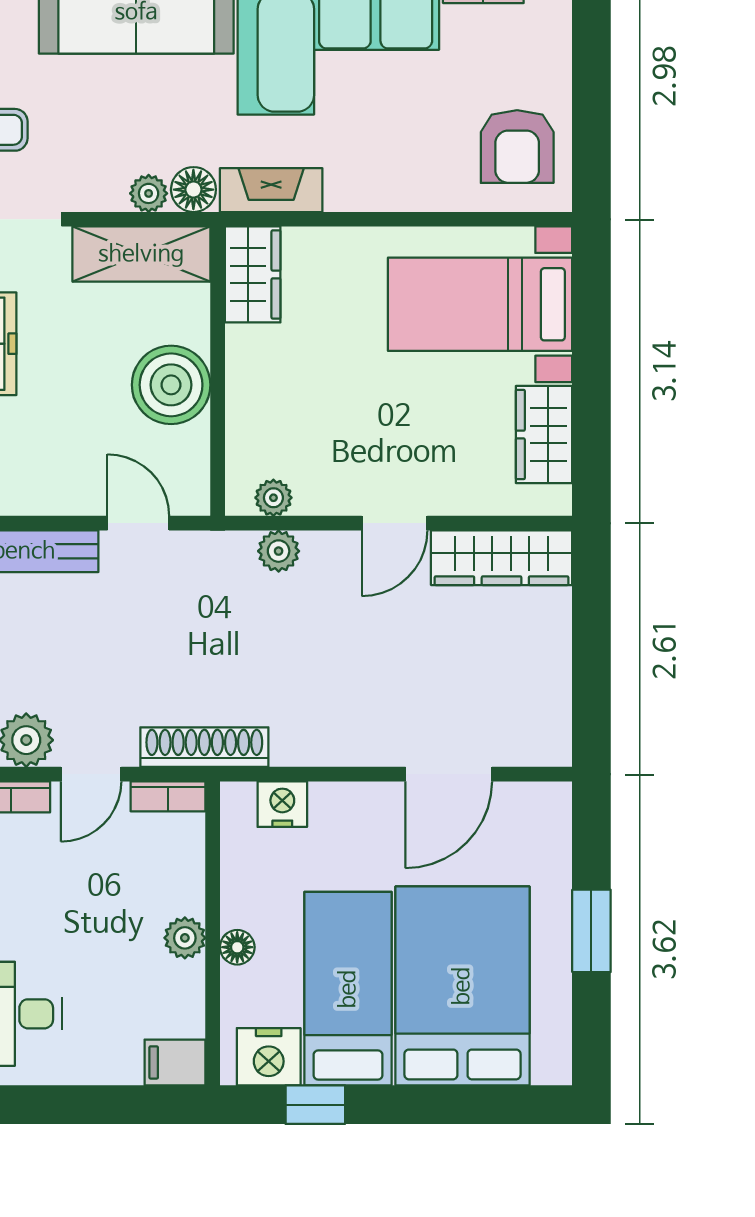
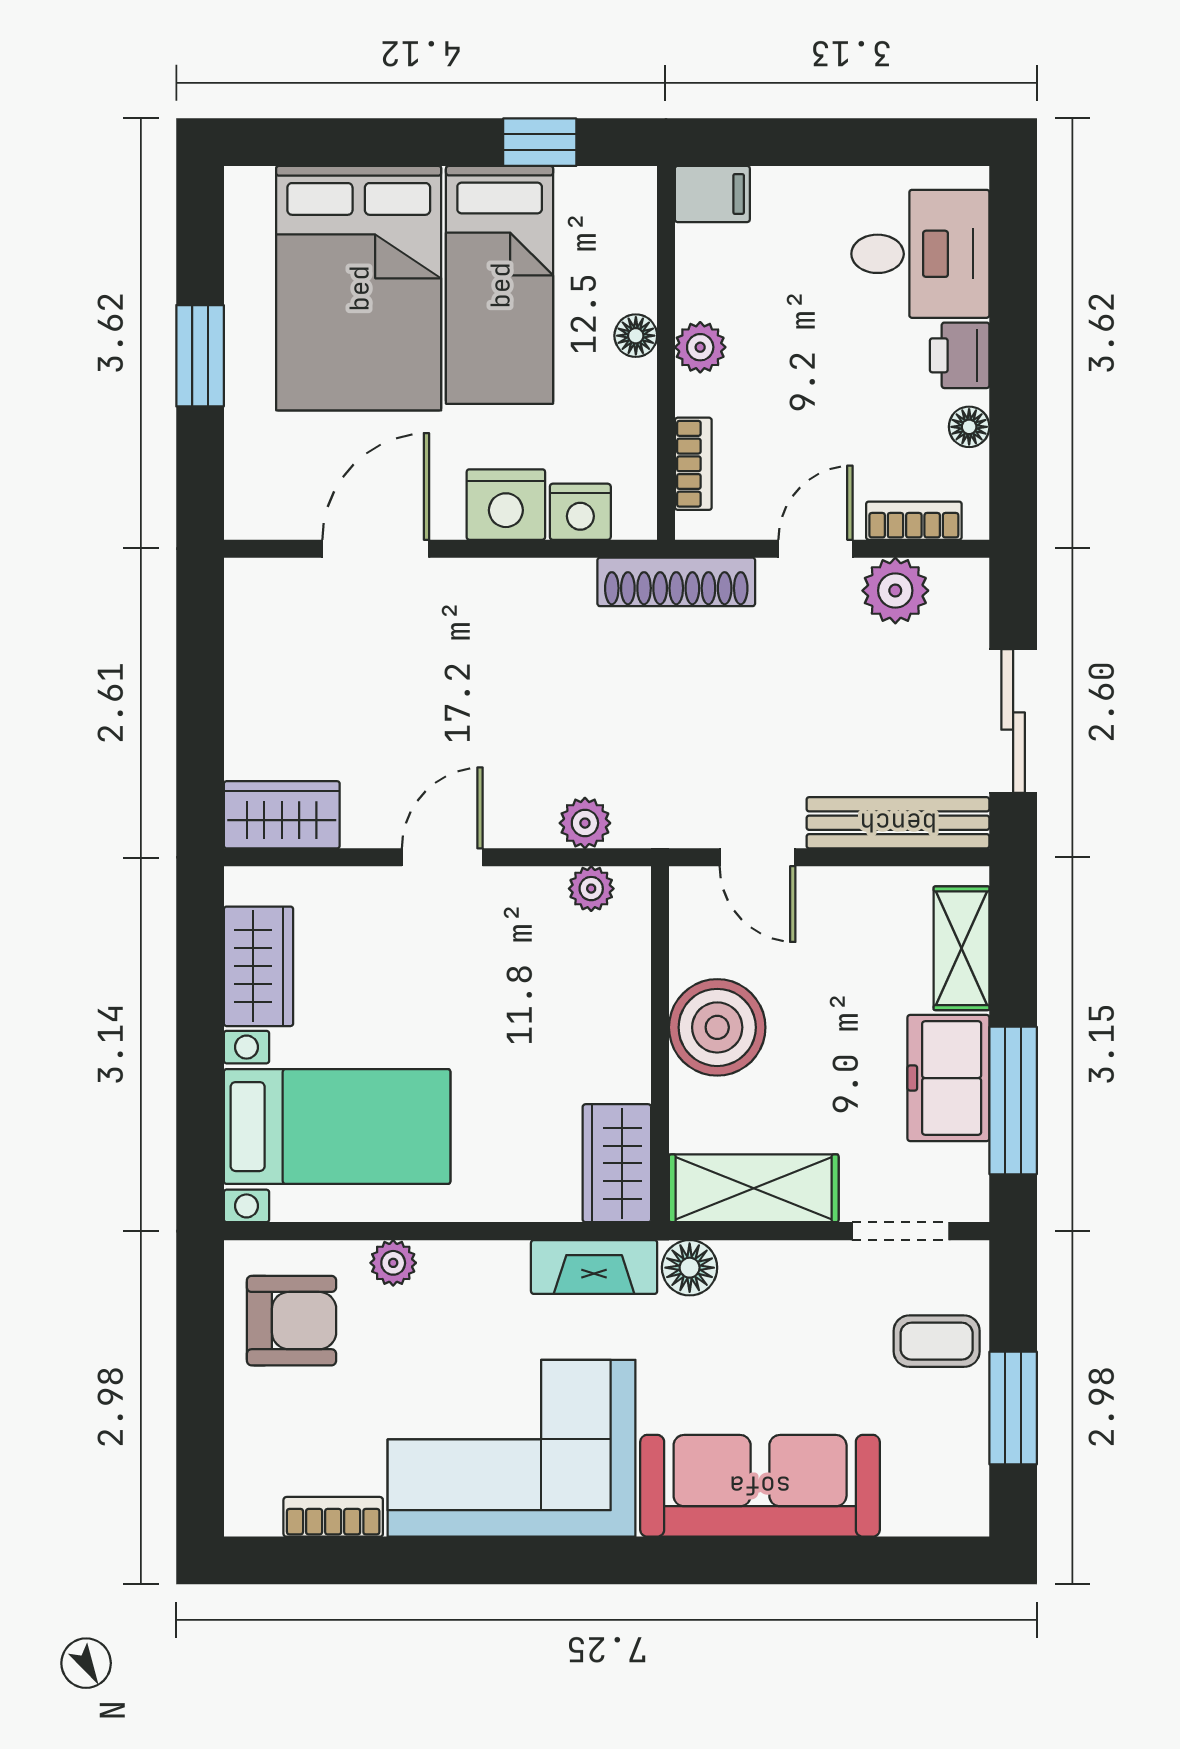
armchair: (517, 147) -> (291, 1321), turned 90
plant: (149, 193) -> (393, 1263), moved
wardrobe: (502, 558) -> (282, 815), width x0.67
bookcase: (168, 796) -> (693, 464), moved, turned 90
nightstand: (269, 1057) -> (506, 505), moved, turned 180

